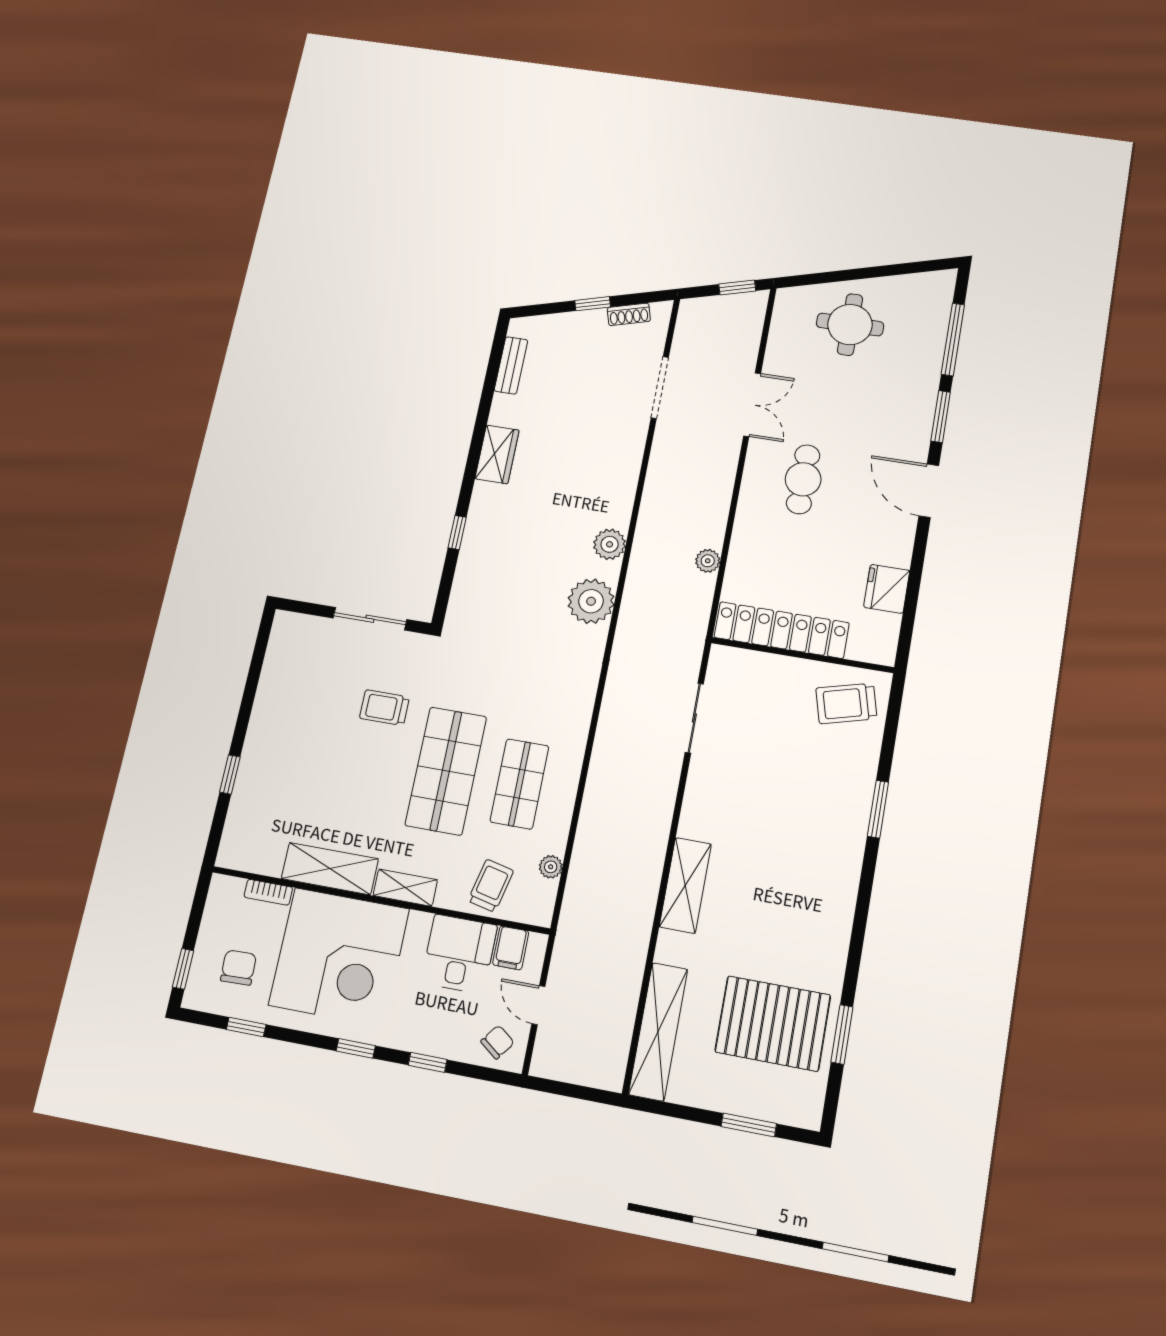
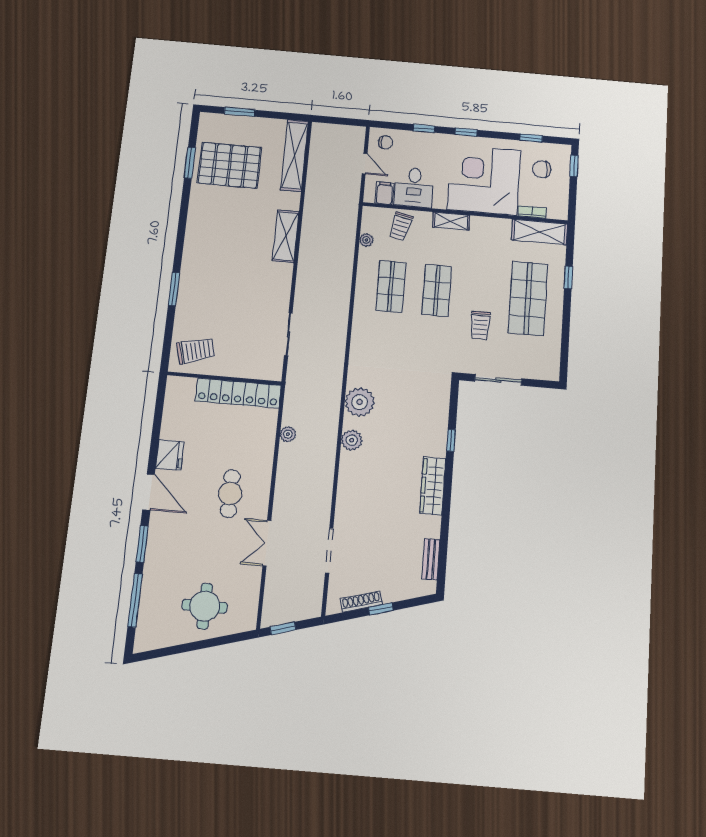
shoe rack: (629, 314) -> (361, 602), width x1.43
wardrobe: (497, 454) -> (433, 486), width x1.50
fridge: (887, 589) -> (170, 455), moved
trolley: (384, 708) -> (480, 325), turned 90
shop shelf: (301, 745) -> (528, 298), added
shop shelf: (446, 771) -> (437, 290), width x0.70, depth x0.74
shelving: (330, 869) -> (539, 232), moved
chair: (238, 967) -> (542, 169), turned 89
chair: (497, 1042) -> (386, 142), turned -127

